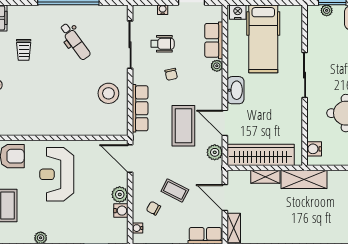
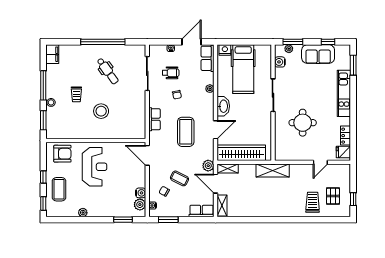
row of seats: (214, 40) -> (208, 58), moved
trolley: (24, 50) -> (76, 94), moved
stool: (108, 93) -> (101, 111), moved
row of seats: (140, 108) -> (154, 119), width x0.68
door: (225, 123) -> (216, 130), swing flipped
water cooler: (314, 149) -> (280, 62), moved
plant: (215, 152) -> (208, 166), moved
reception desk: (57, 174) -> (95, 167), turned 180
shelving: (265, 177) -> (228, 169), moved
plant: (120, 194) -> (140, 205), moved

